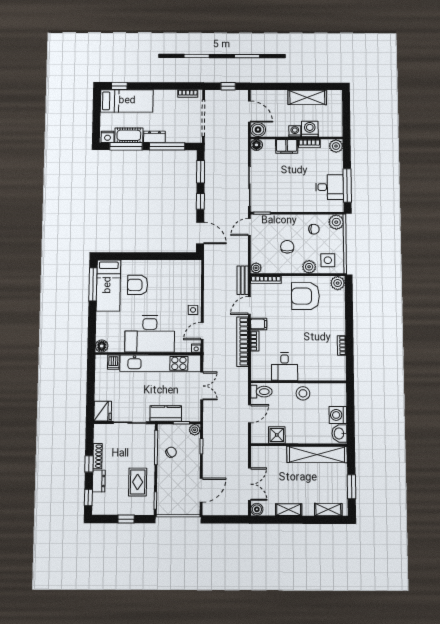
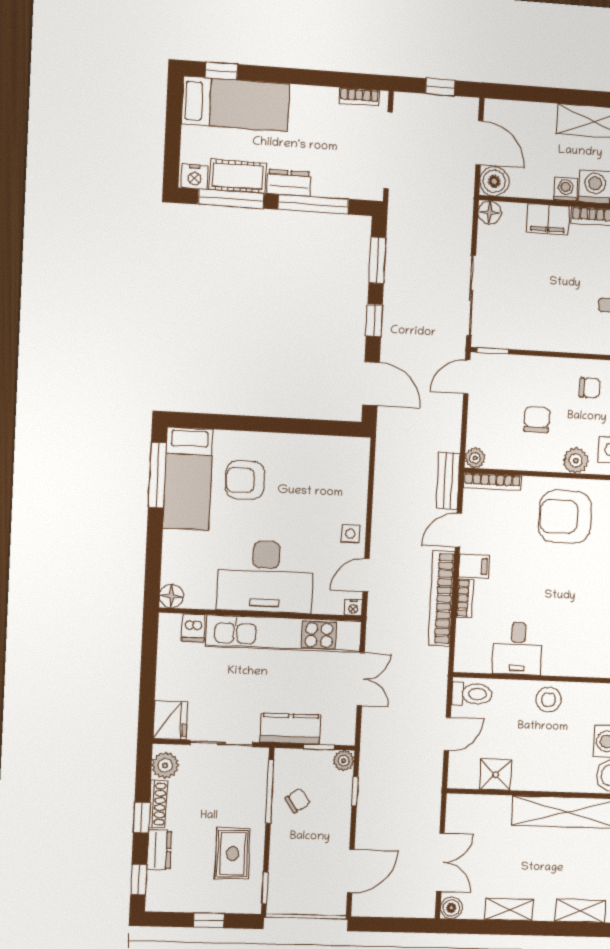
plant: (101, 435) -> (165, 765), added

